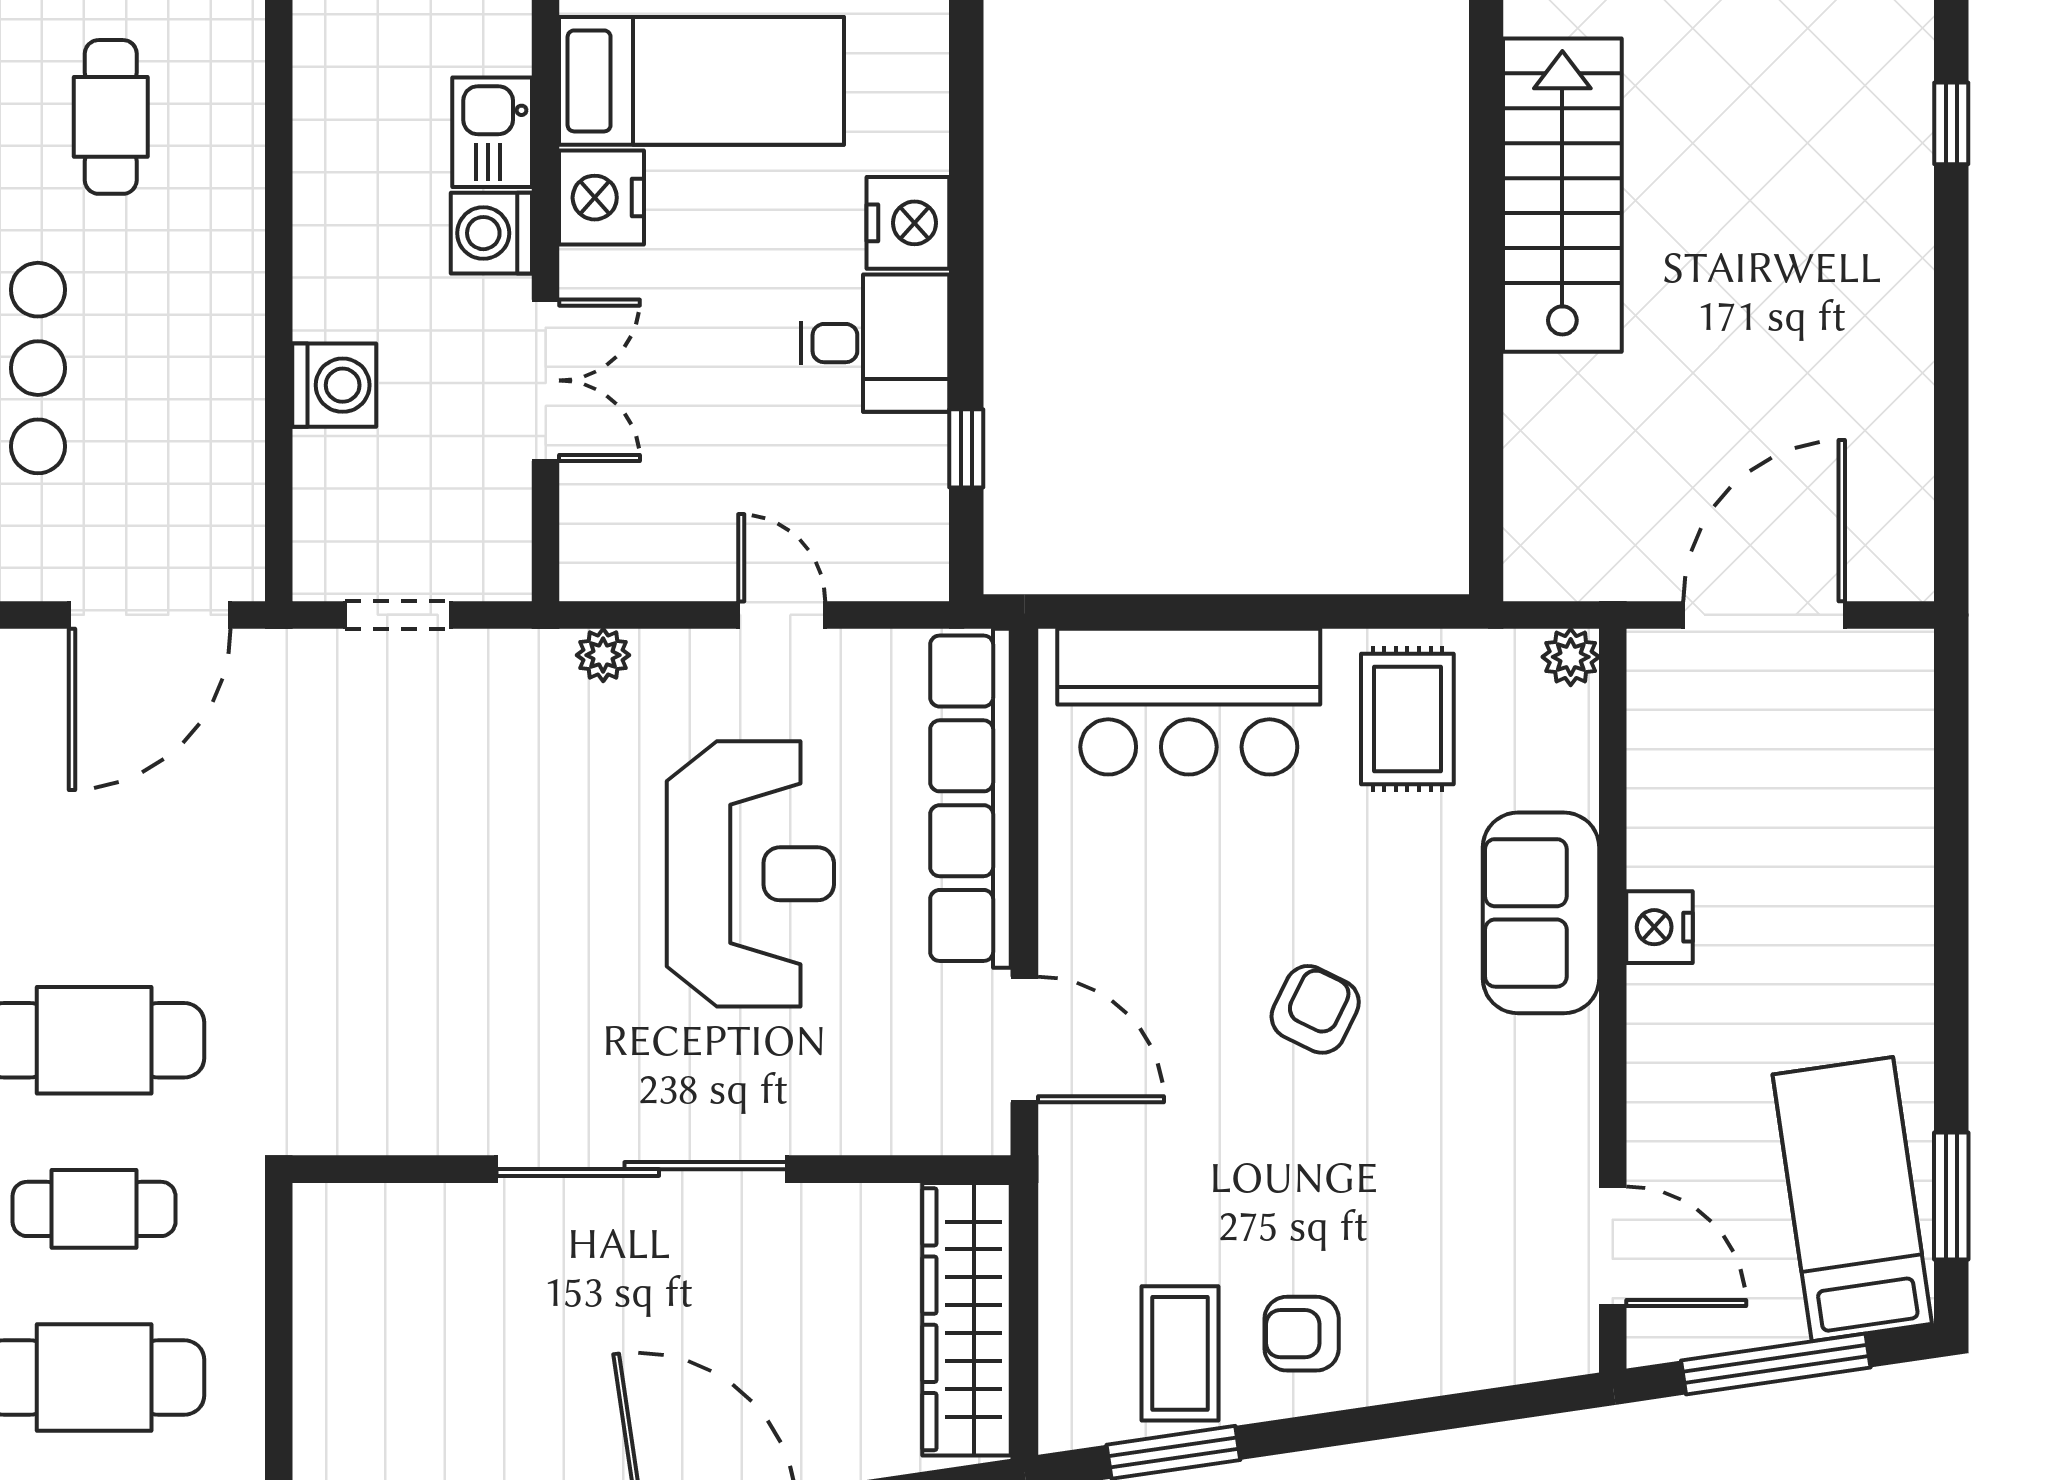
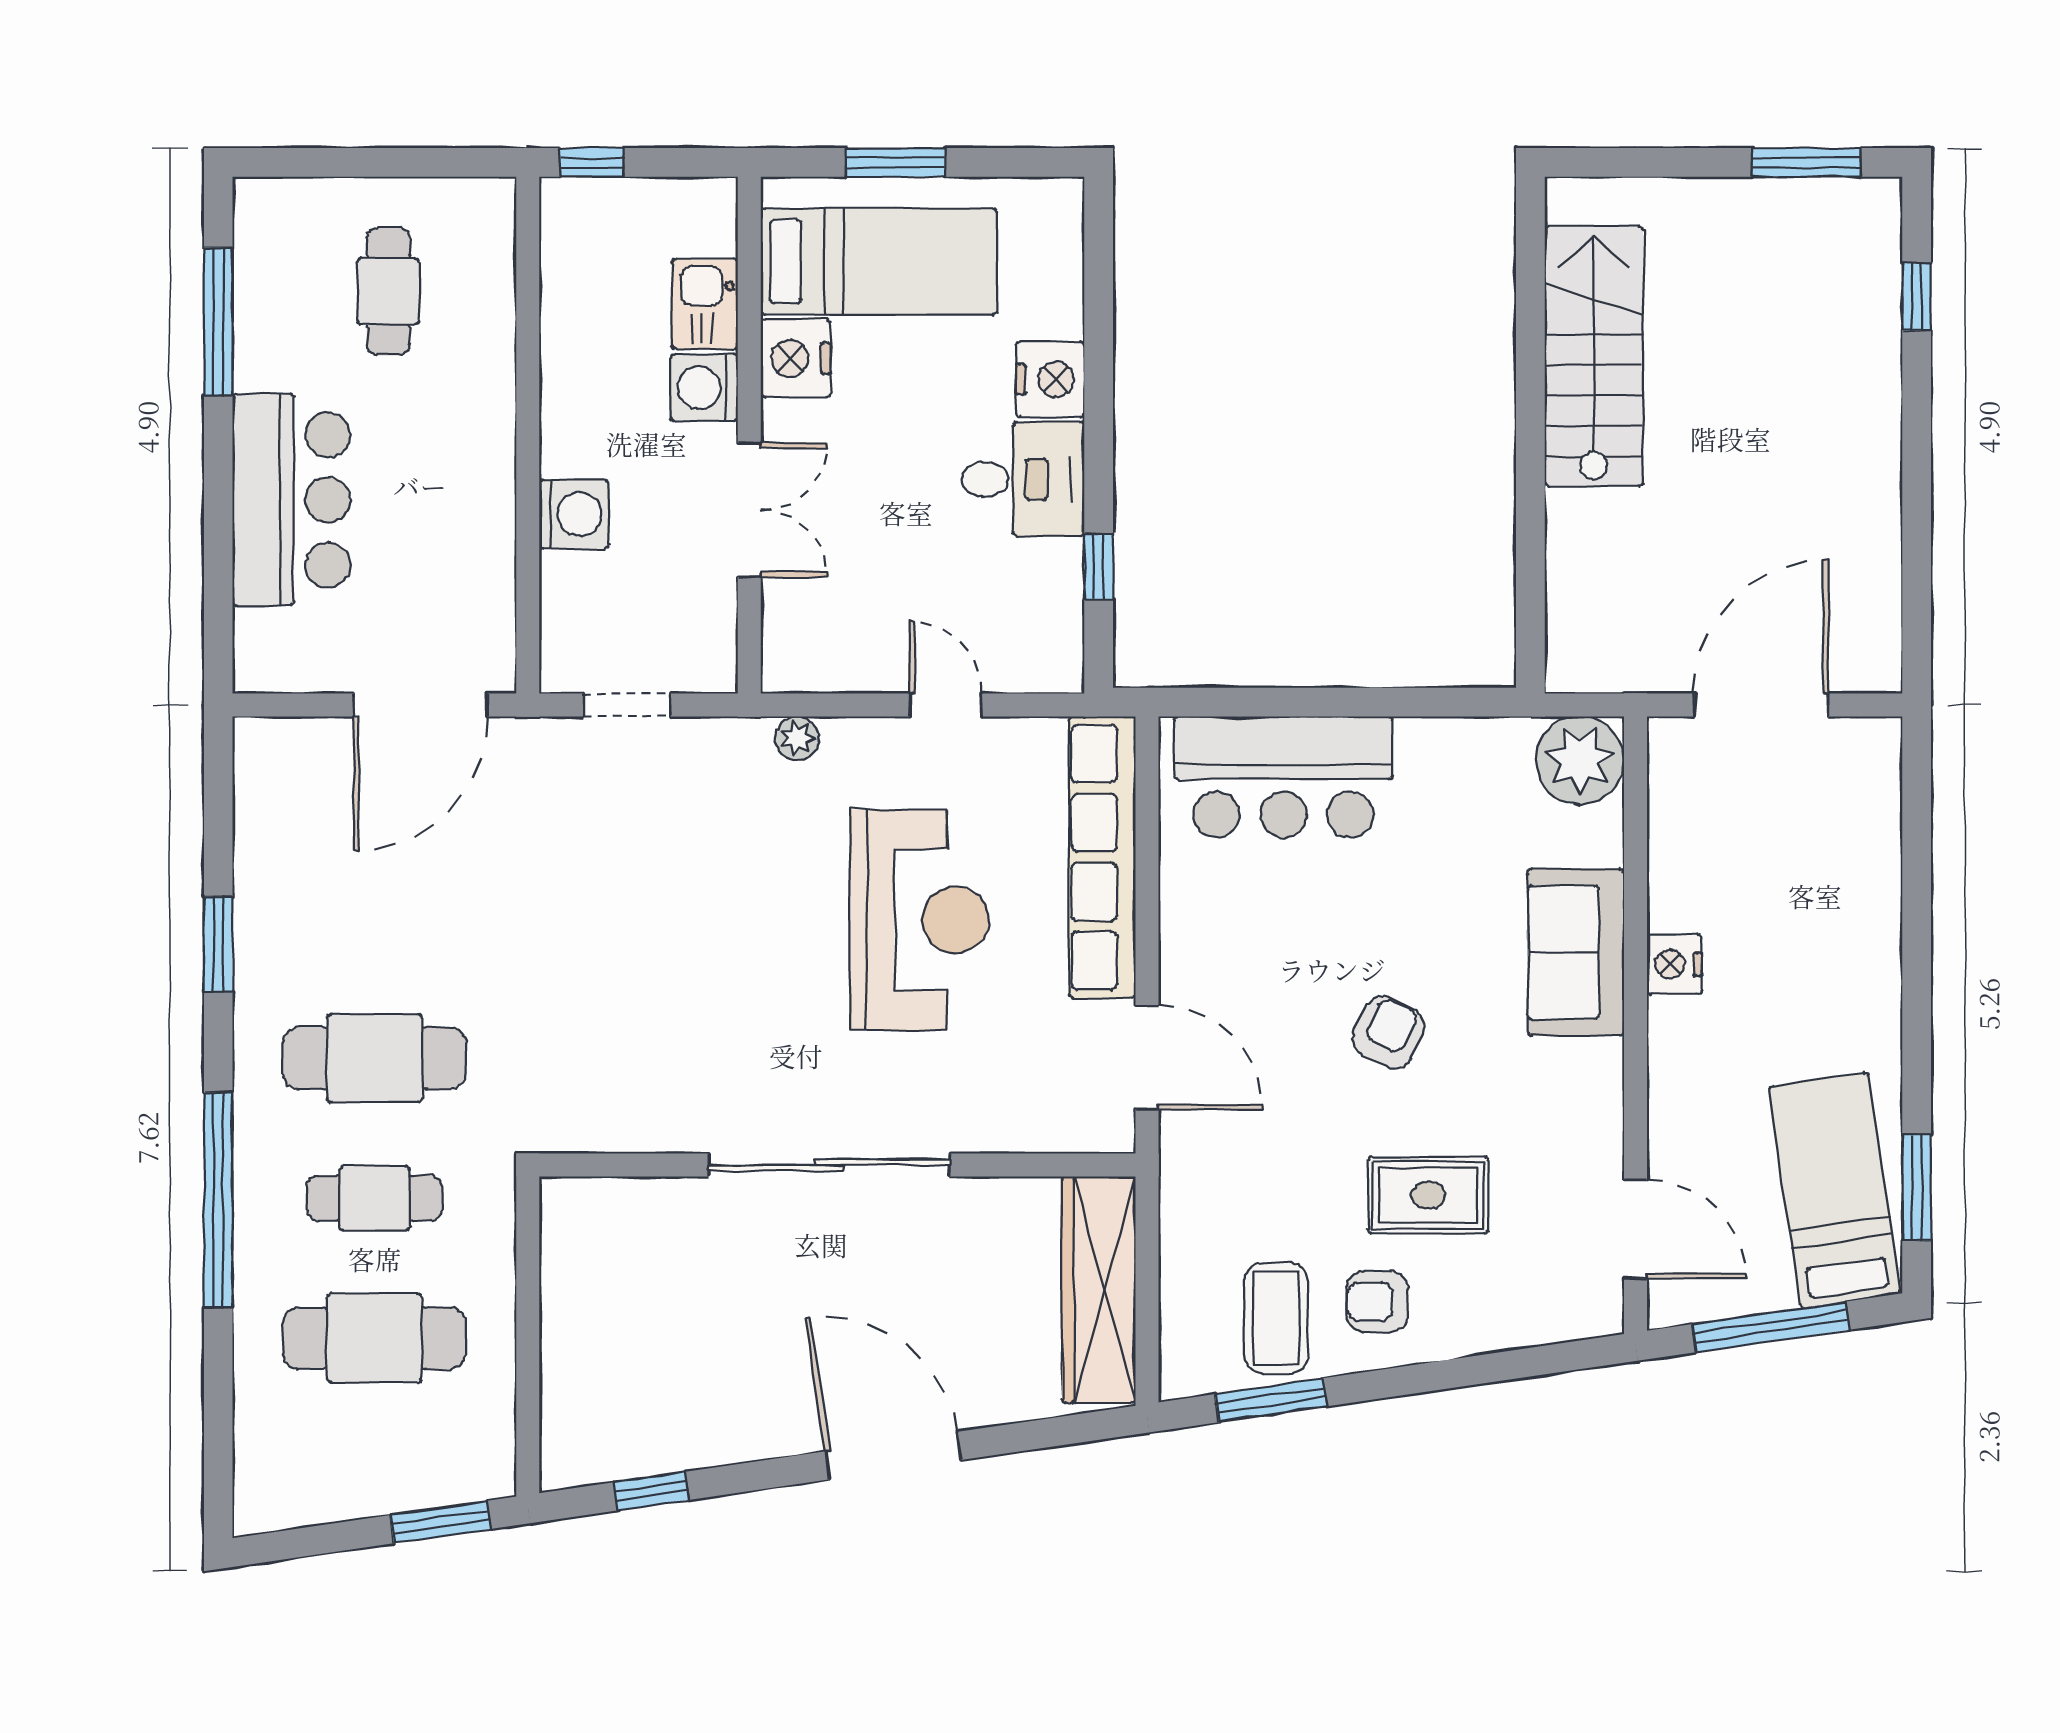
plant: (1571, 657) -> (1580, 760), width x1.88, depth x1.88
rug: (1407, 719) -> (1428, 1195), moved, turned 90

